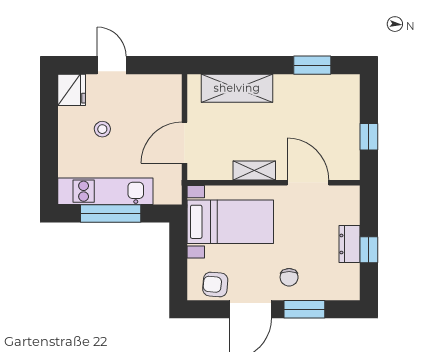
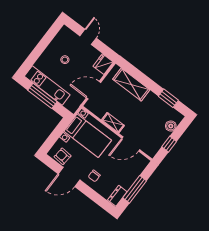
fridge: (72, 90) -> (103, 64), moved, turned 180
boiler: (350, 106) -> (171, 126), added
door: (308, 183) -> (131, 144), swing flipped
dresser: (350, 244) -> (117, 196), moved
window: (369, 250) -> (135, 189), width x2.17
window: (304, 309) -> (91, 193), removed

